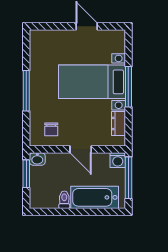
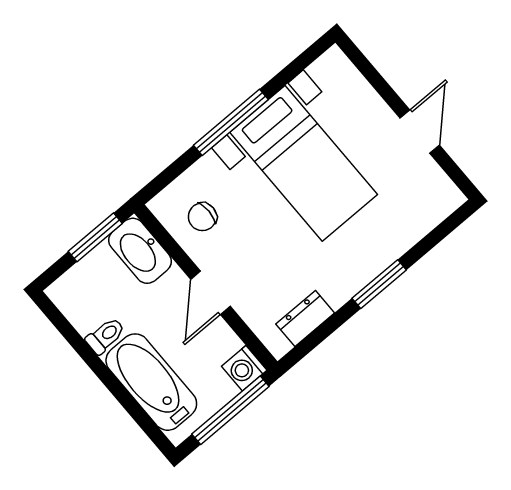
bed with nightstands: (92, 82) -> (304, 163), moved, turned 180
window: (128, 87) -> (379, 284), width x0.69
washbasin: (37, 159) -> (140, 251), width x1.91, depth x1.45

